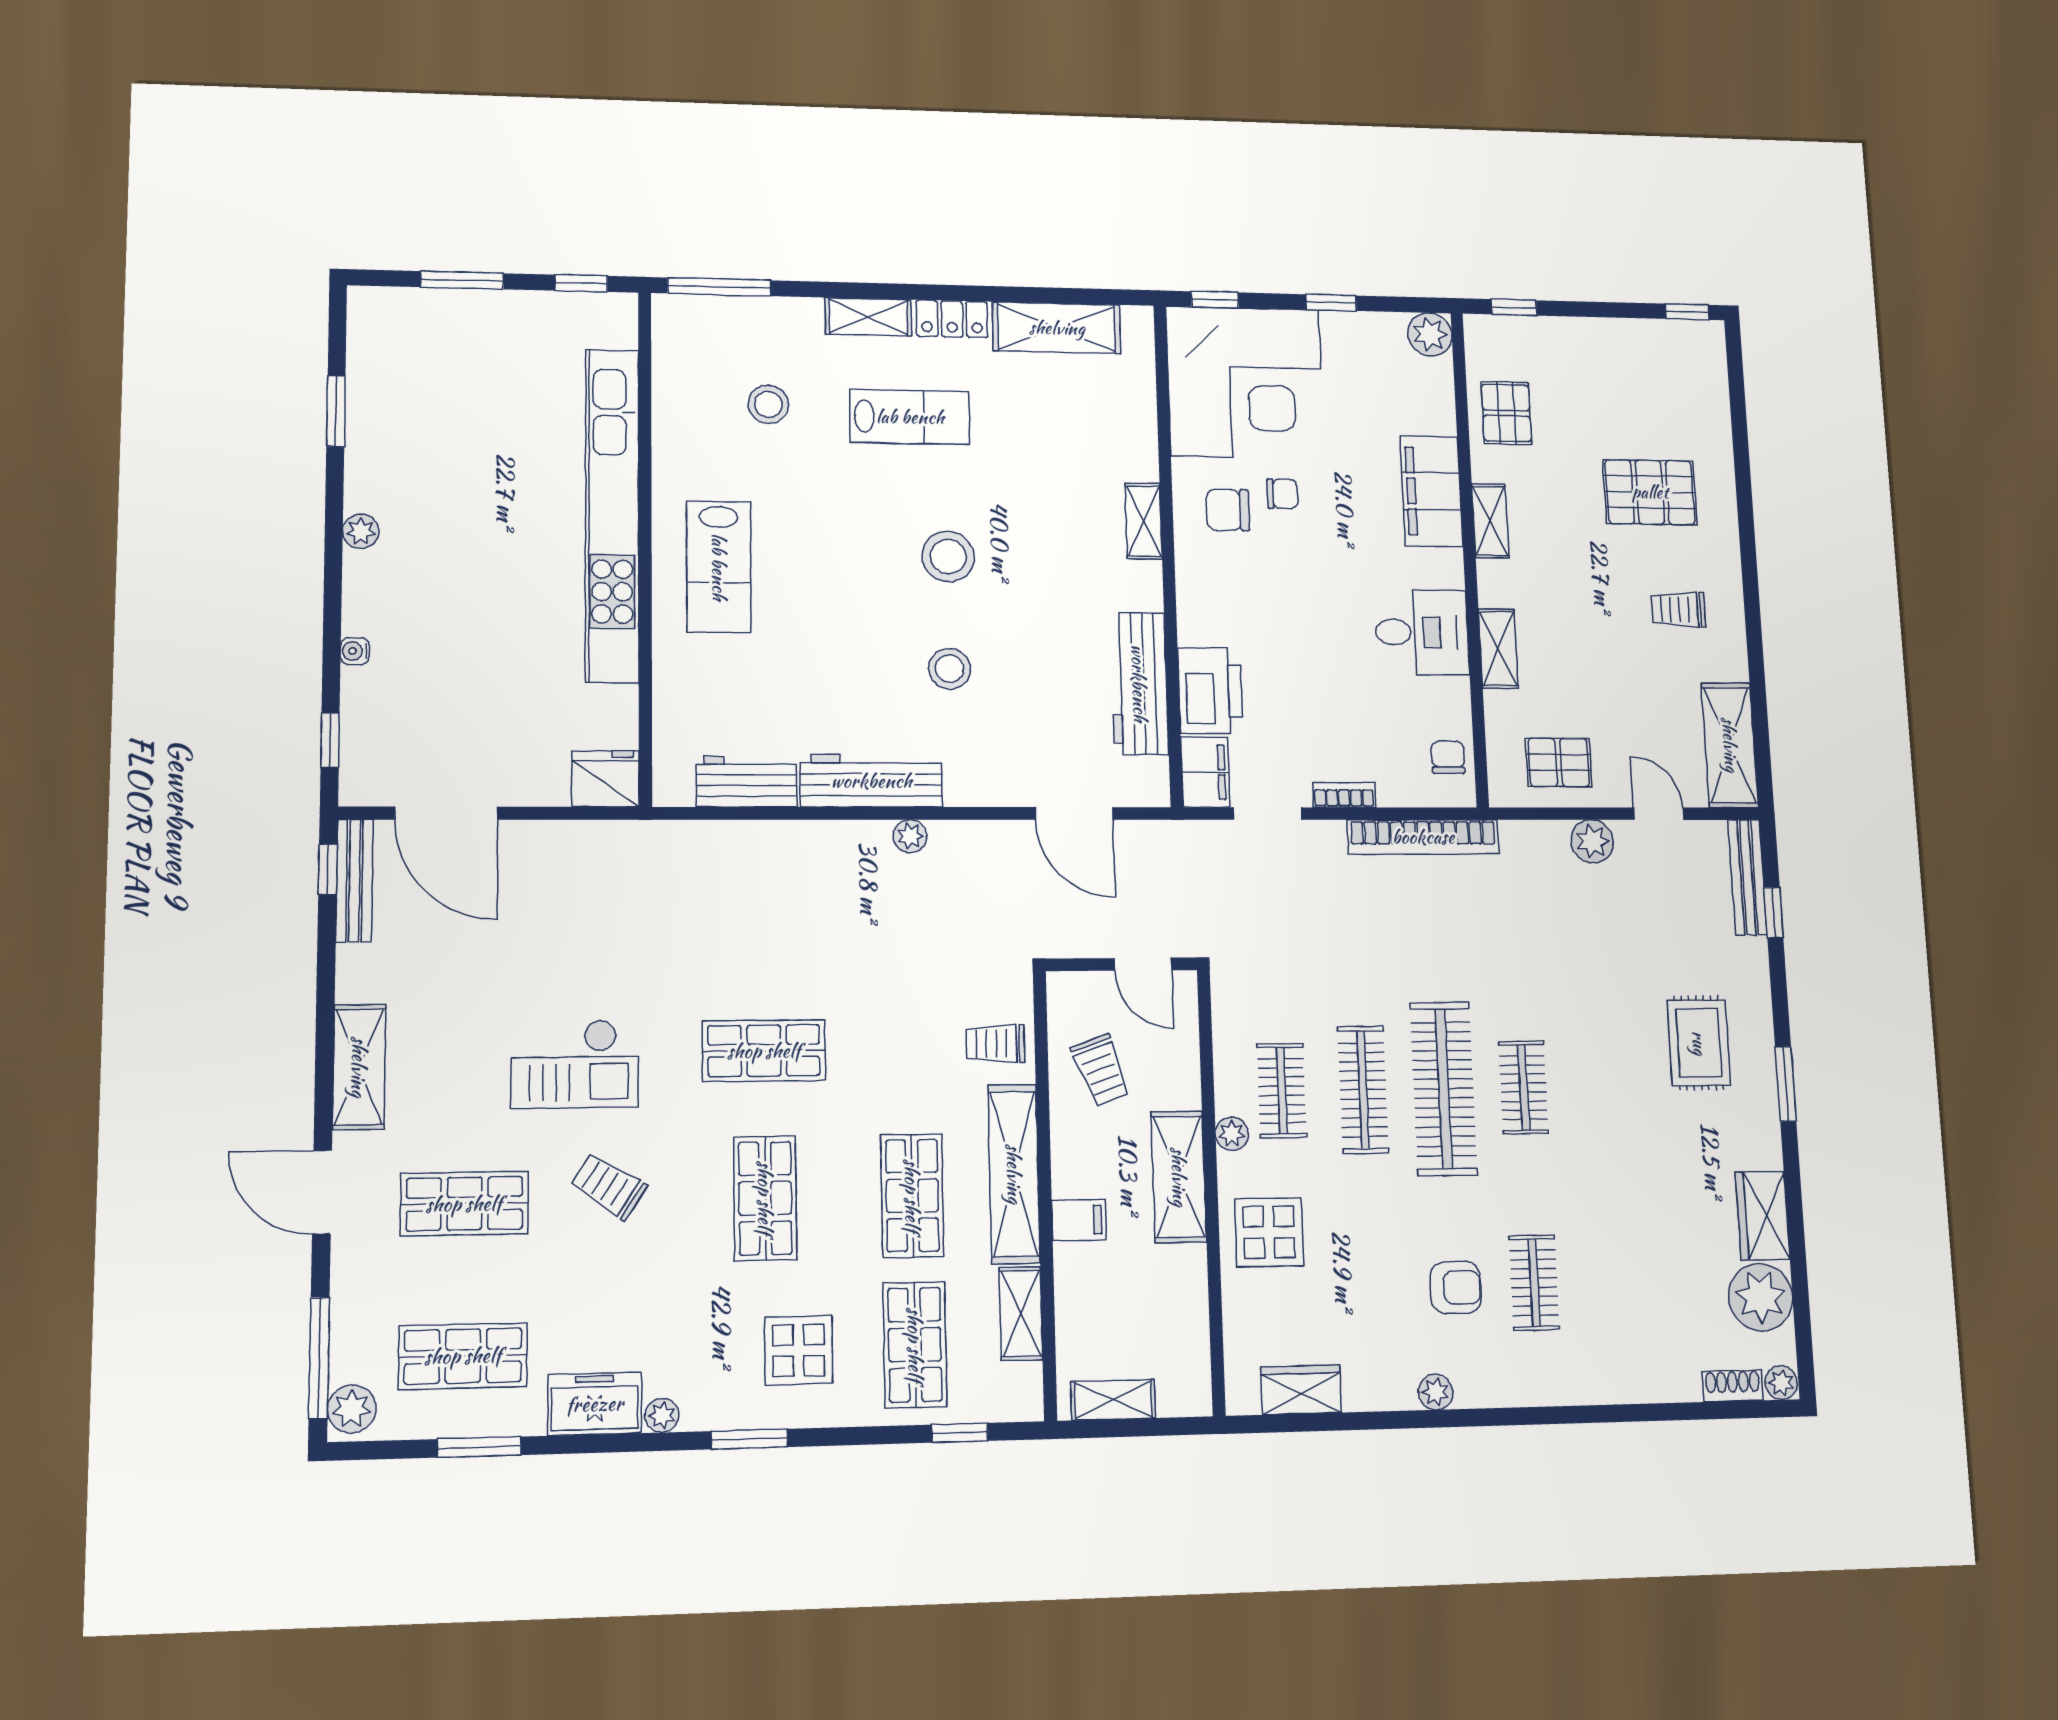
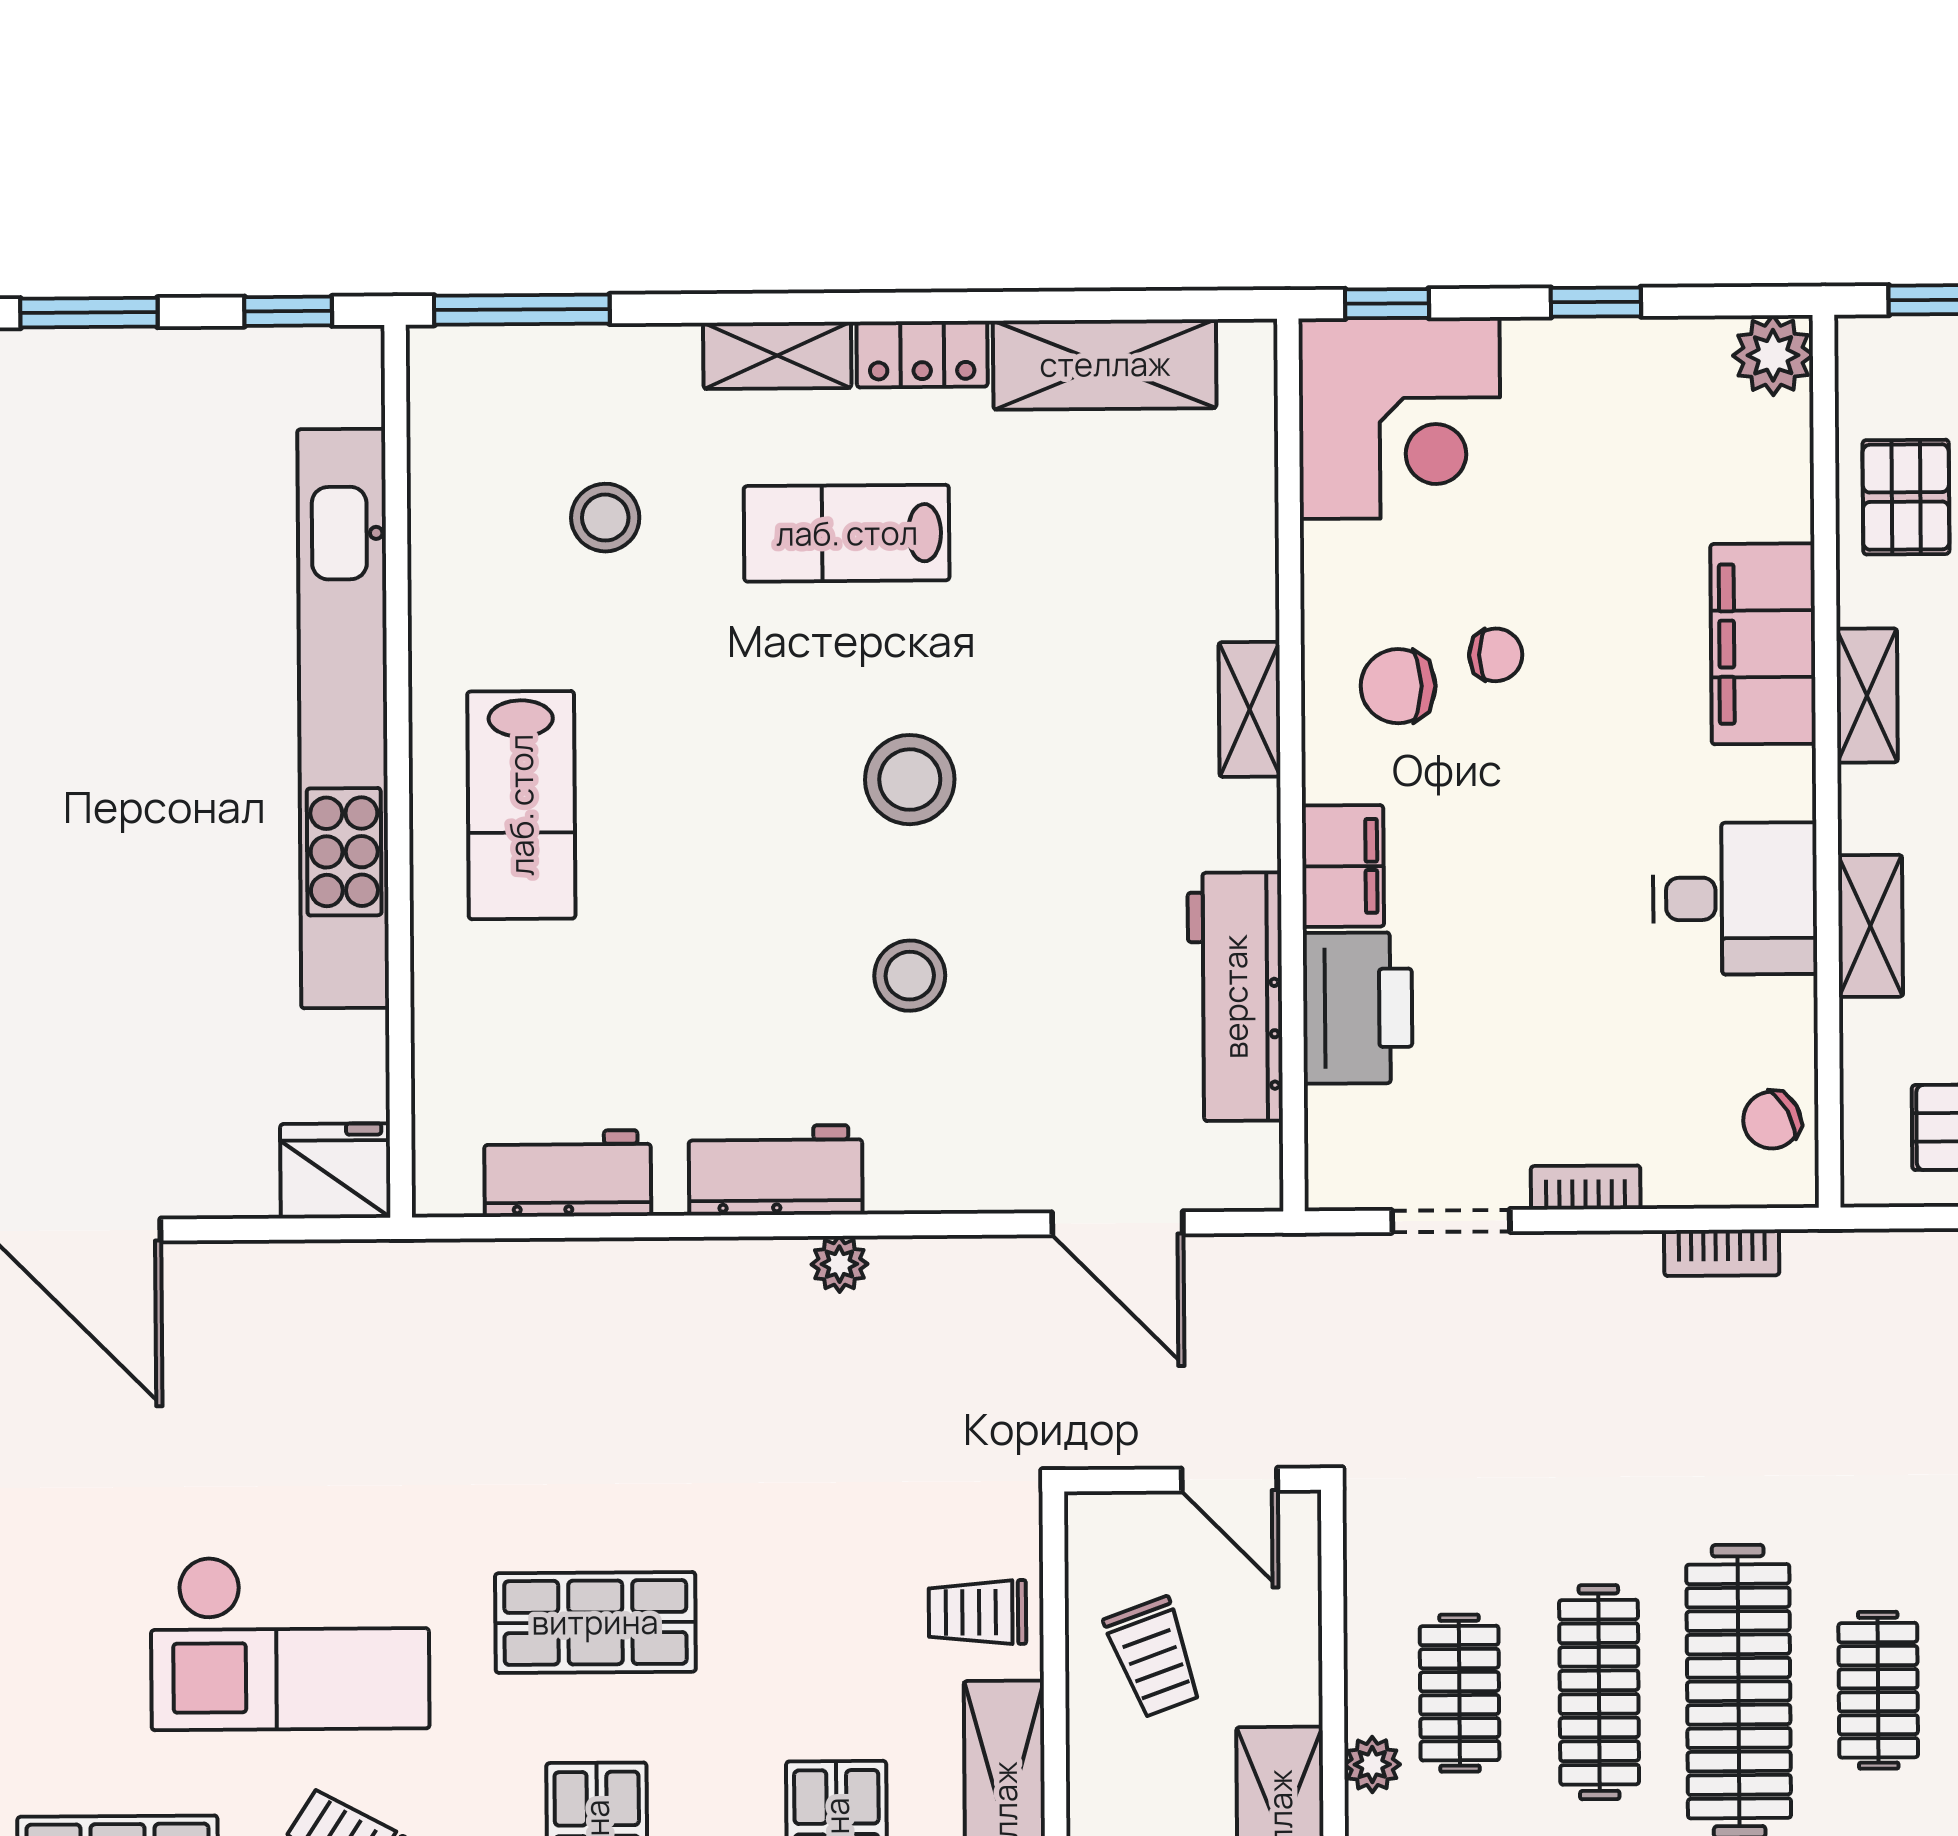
corner desk: (1245, 382) -> (1400, 418), width x0.74, depth x0.74
lab bench: (910, 417) -> (847, 533), turned 180
chair: (1448, 757) -> (1772, 1120), turned -119
filing cabinet: (1205, 772) -> (1343, 866), moved
workbench: (871, 781) -> (776, 1170), width x0.73
bookcase: (1423, 837) -> (1722, 1253), width x0.43, depth x0.76
checkout: (575, 1064) -> (290, 1643), width x1.36, depth x1.21

